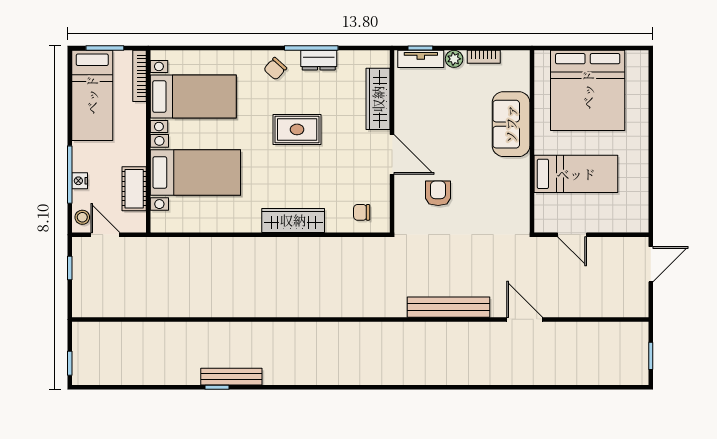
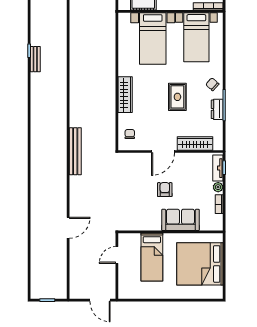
armchair: (438, 193) -> (165, 190), moved, turned -90
bench: (448, 307) -> (75, 151), moved
bench: (231, 377) -> (35, 59), width x0.73

